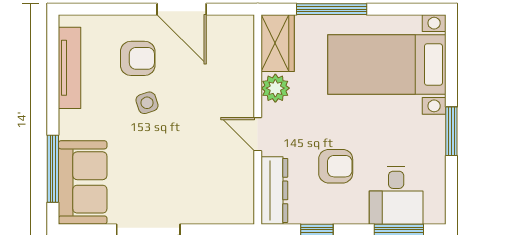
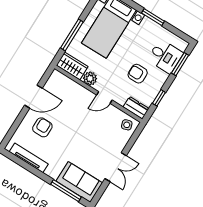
side table: (147, 103) -> (127, 125), moved
armchair: (336, 166) -> (138, 74), turned -90
dresser: (274, 190) -> (136, 108), width x0.70

